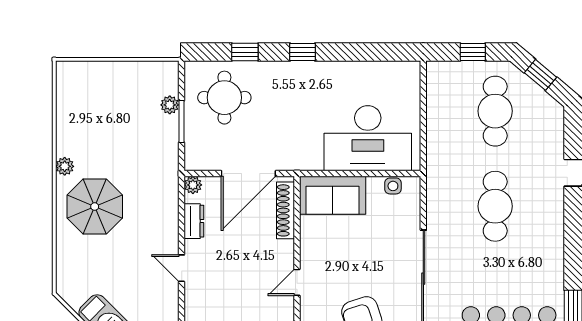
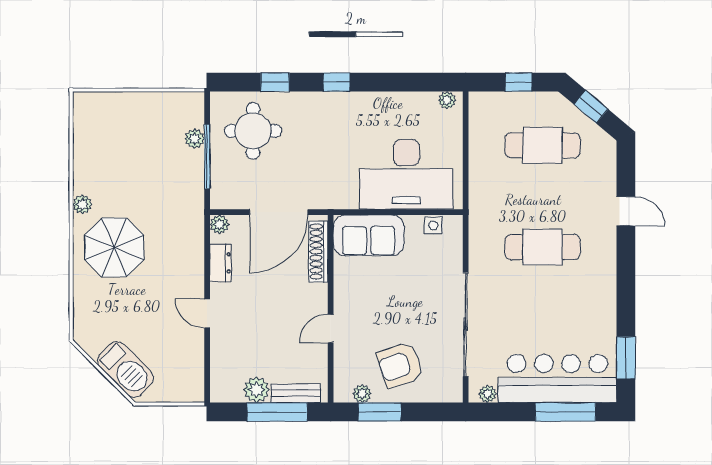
plant: (406, 69) -> (447, 100), added
cafe table: (495, 111) -> (543, 145), turned 90
window: (182, 121) -> (207, 156), width x1.44
cafe table: (495, 206) -> (543, 247), turned 90

